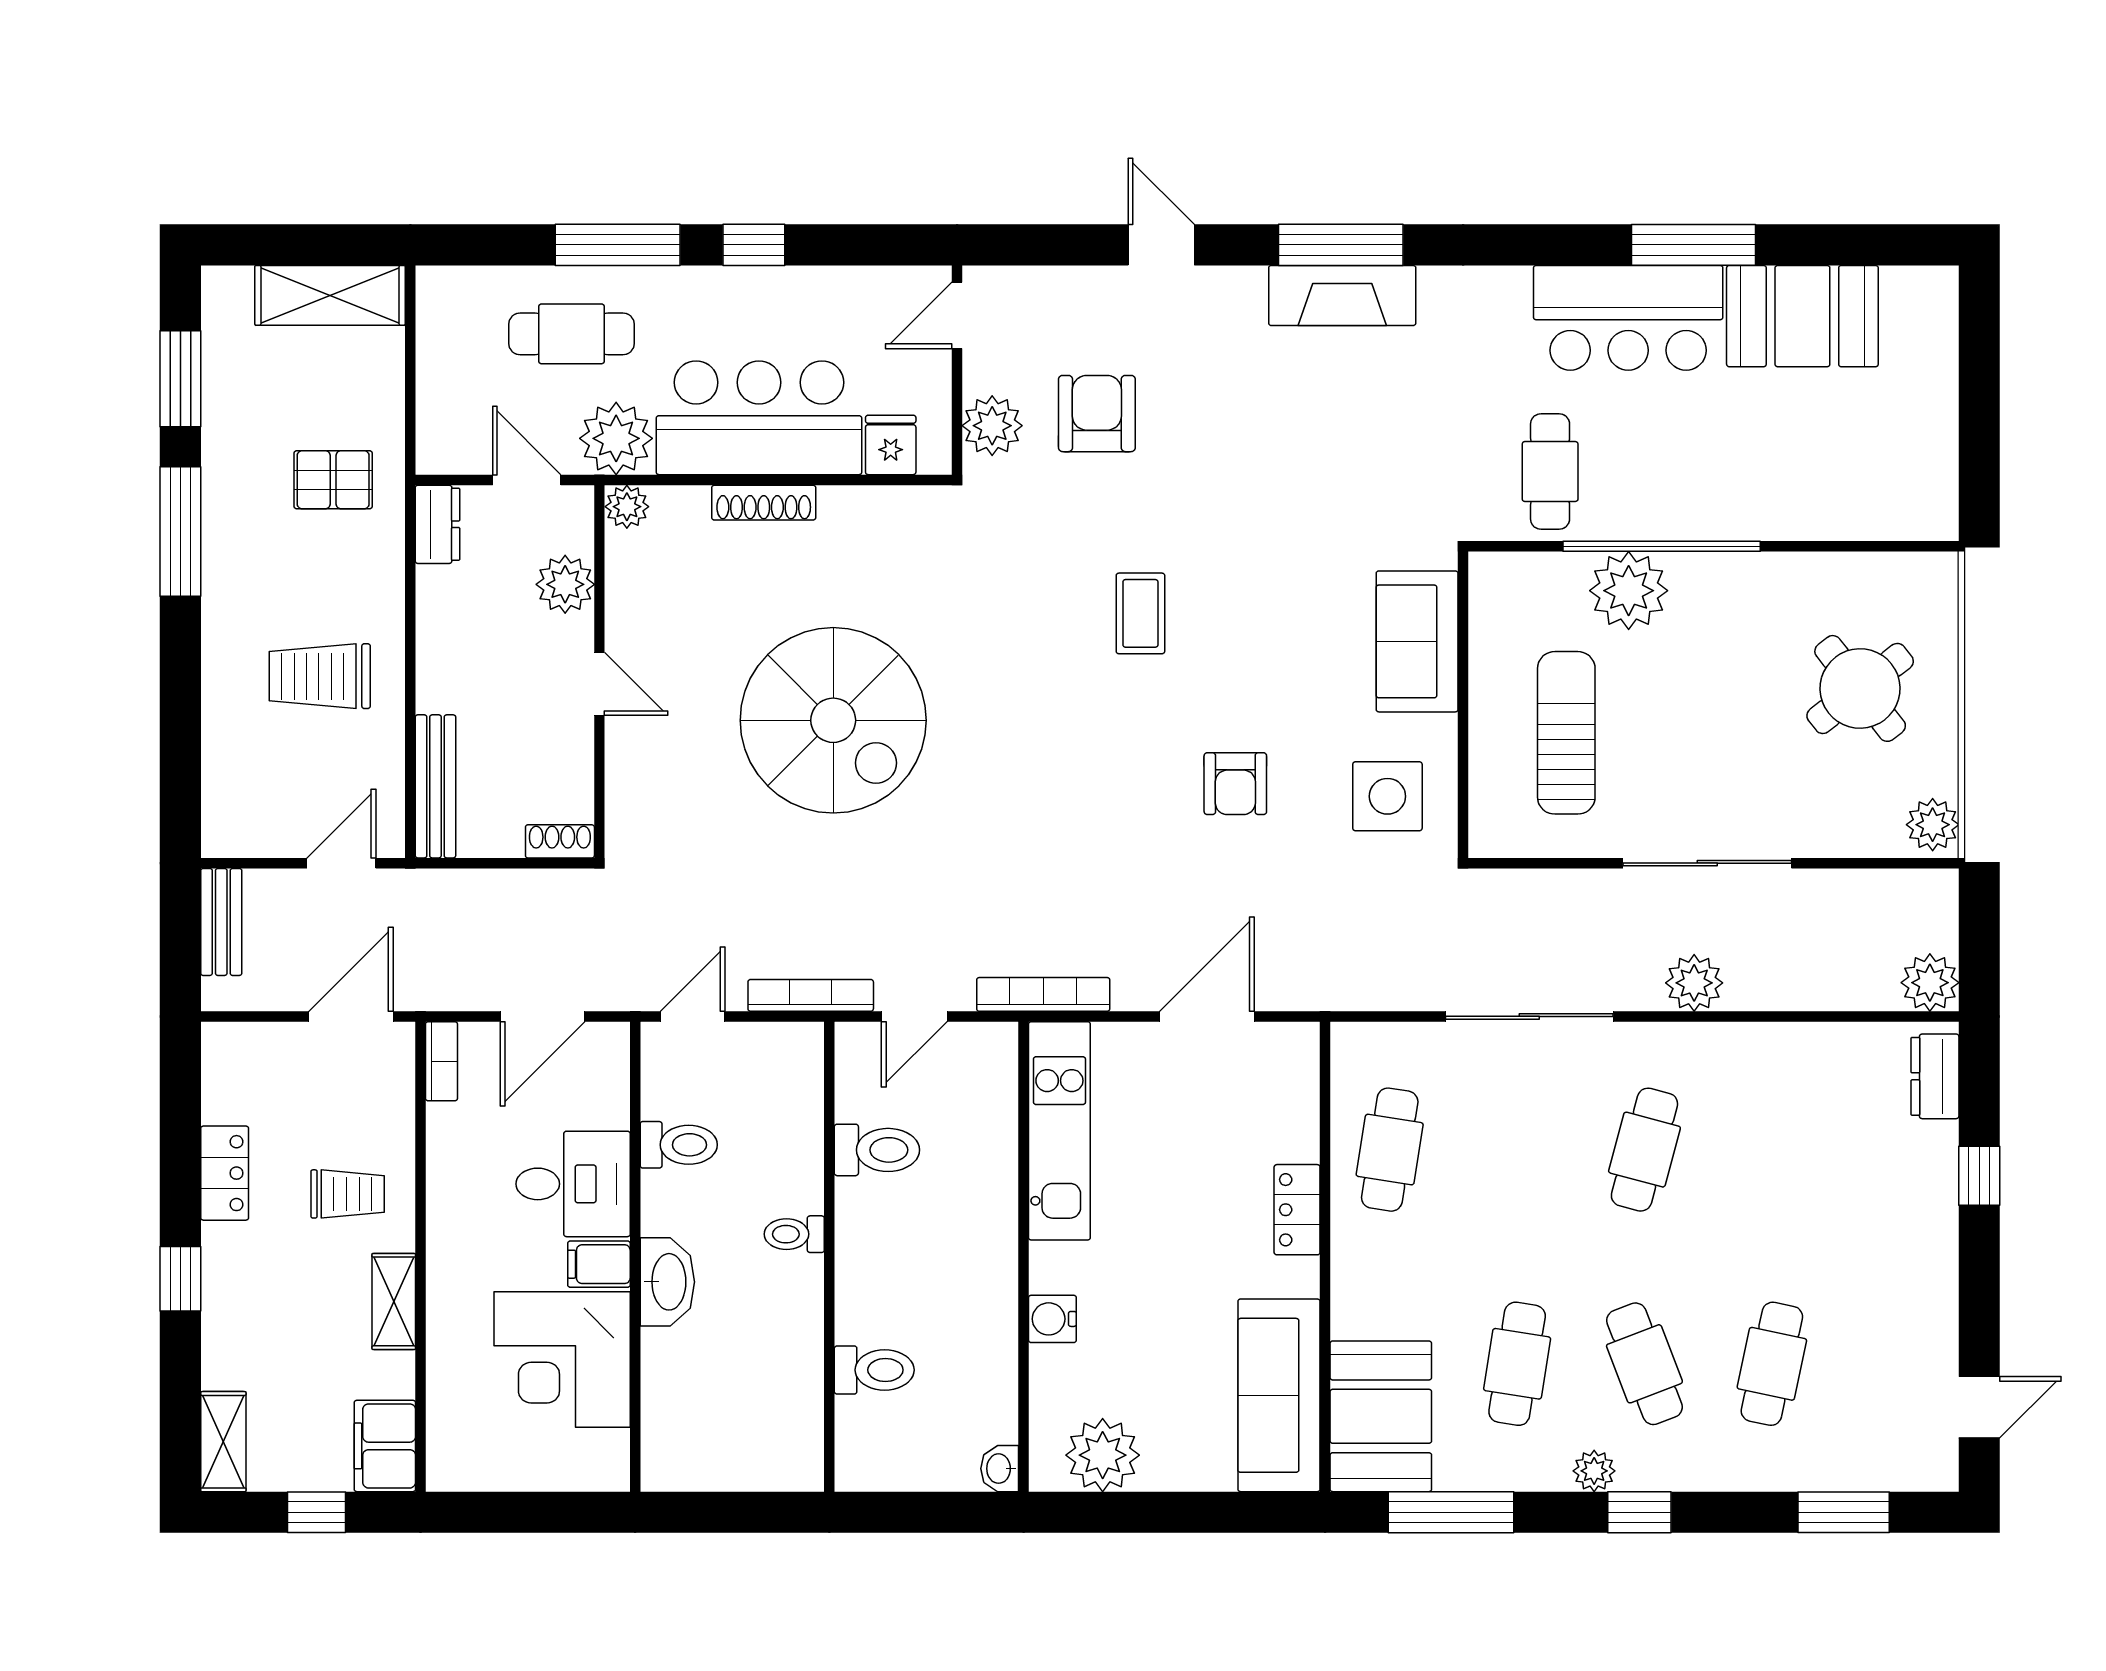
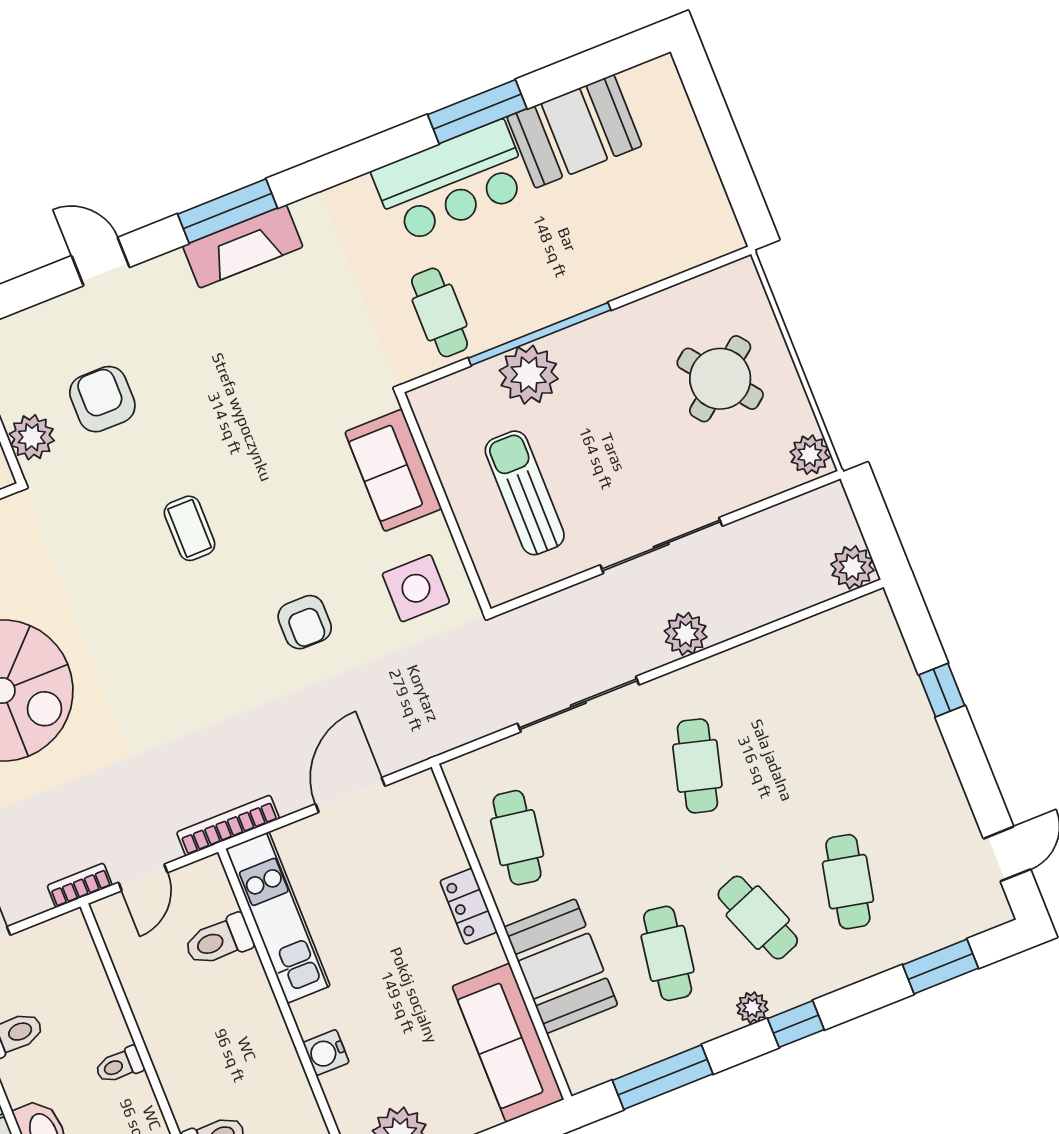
bookcase: (811, 995) -> (80, 885), width x0.64
dresser: (1935, 1076) -> (882, 632), removed
toilet: (877, 1150) -> (219, 940), moved, turned 180
booth: (1381, 1416) -> (561, 966), moved

